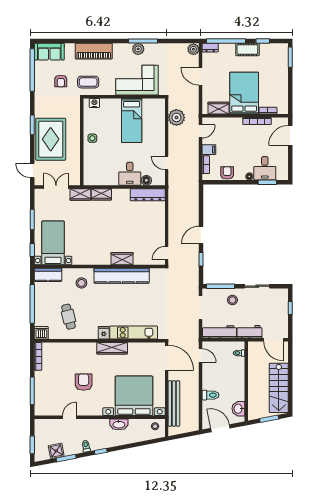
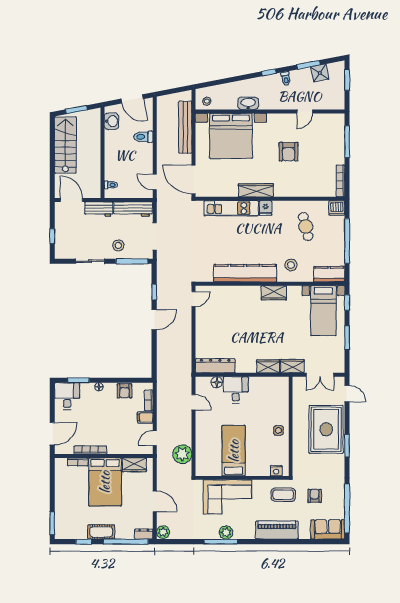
desk: (265, 168) -> (67, 396), moved
wardrobe: (122, 259) -> (274, 293), moved

